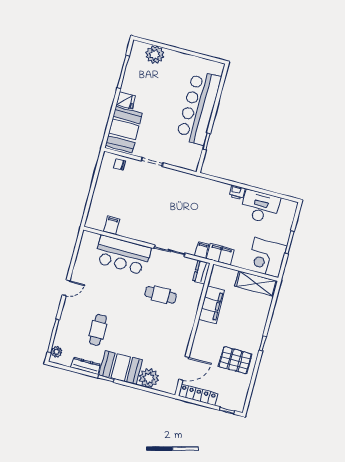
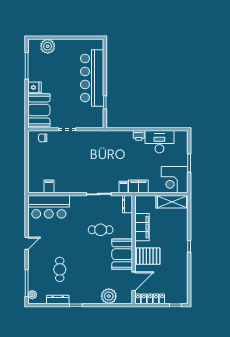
bar counter: (123, 255) -> (49, 207), moved
pallet: (235, 360) -> (148, 256), moved
booth: (121, 367) -> (122, 254), moved, turned 90

